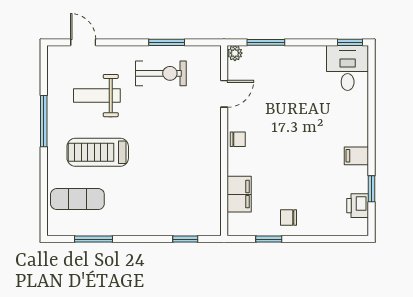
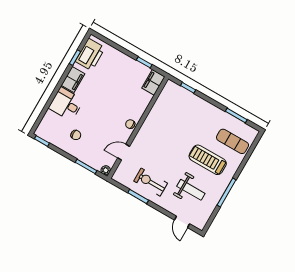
desk: (348, 68) -> (66, 104), moved, turned 90
treadmill: (98, 152) -> (208, 160), turned 180
filing cabinet: (356, 156) -> (73, 79), width x2.00
filing cabinet: (239, 194) -> (153, 82), moved
printer: (358, 206) -> (90, 55), width x1.87, depth x1.48
chair: (289, 217) -> (76, 135), moved

